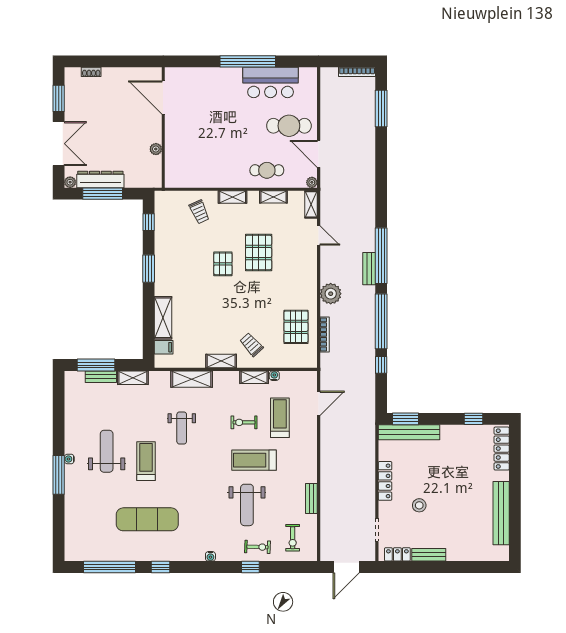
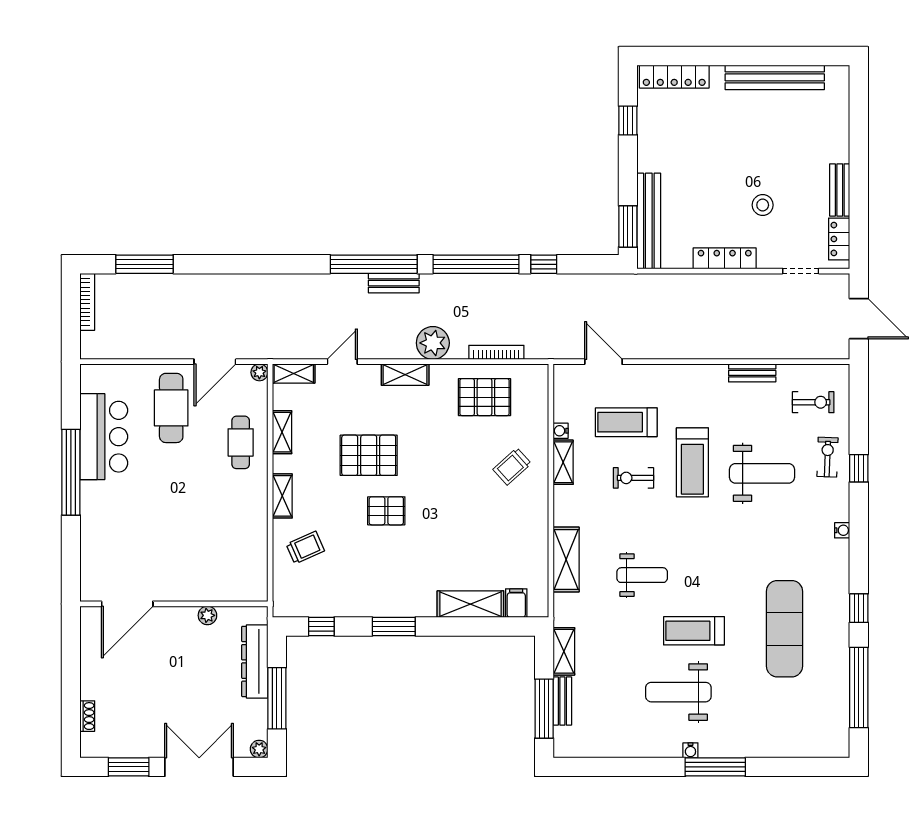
dresser: (100, 179) -> (255, 661), moved
shelving: (221, 361) -> (405, 375), moved, turned 90
exercise bike: (244, 422) -> (633, 478), turned 90

